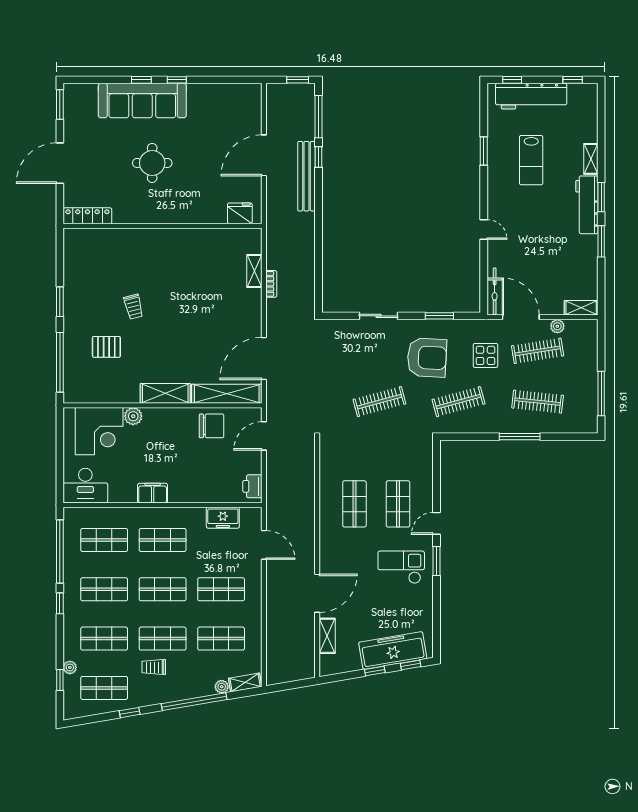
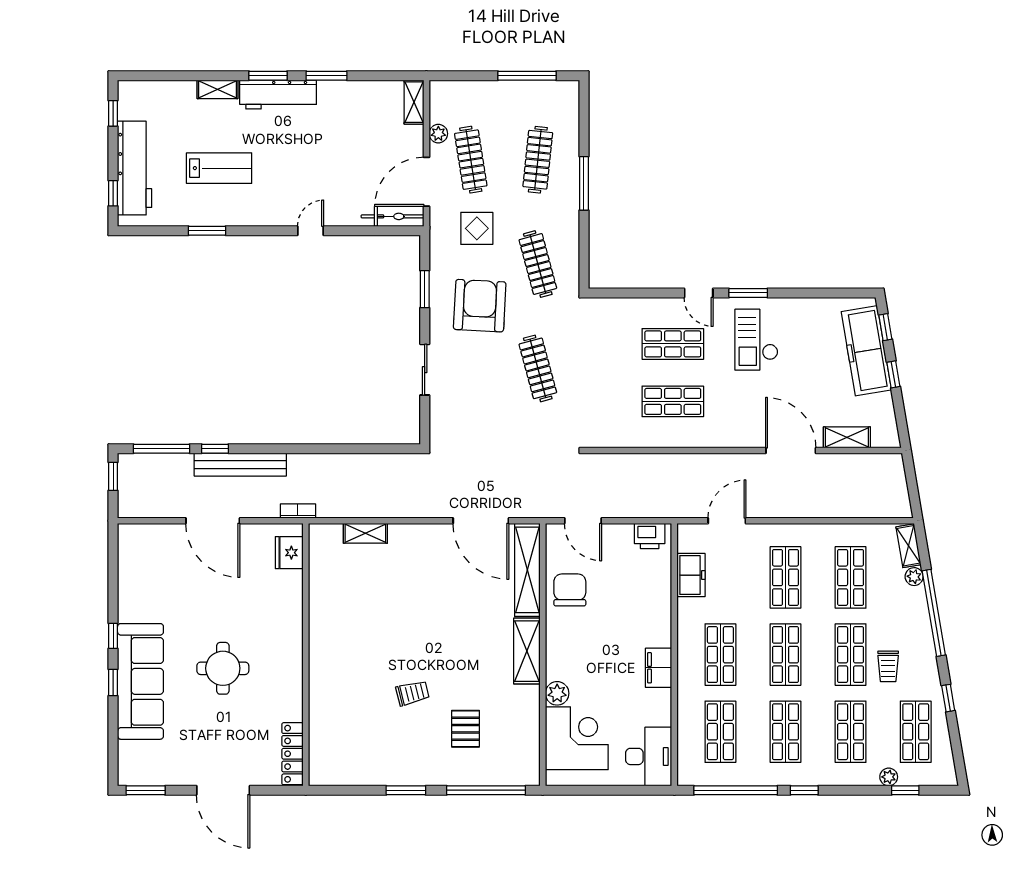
bookcase: (271, 284) -> (298, 511), moved

